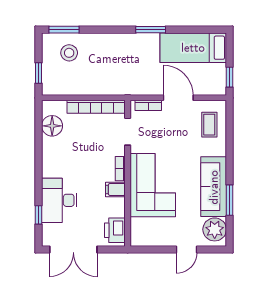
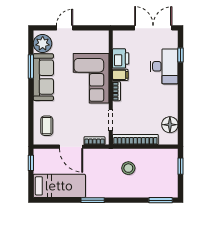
stool: (69, 53) -> (128, 168), moved
printer: (115, 230) -> (121, 58), moved

